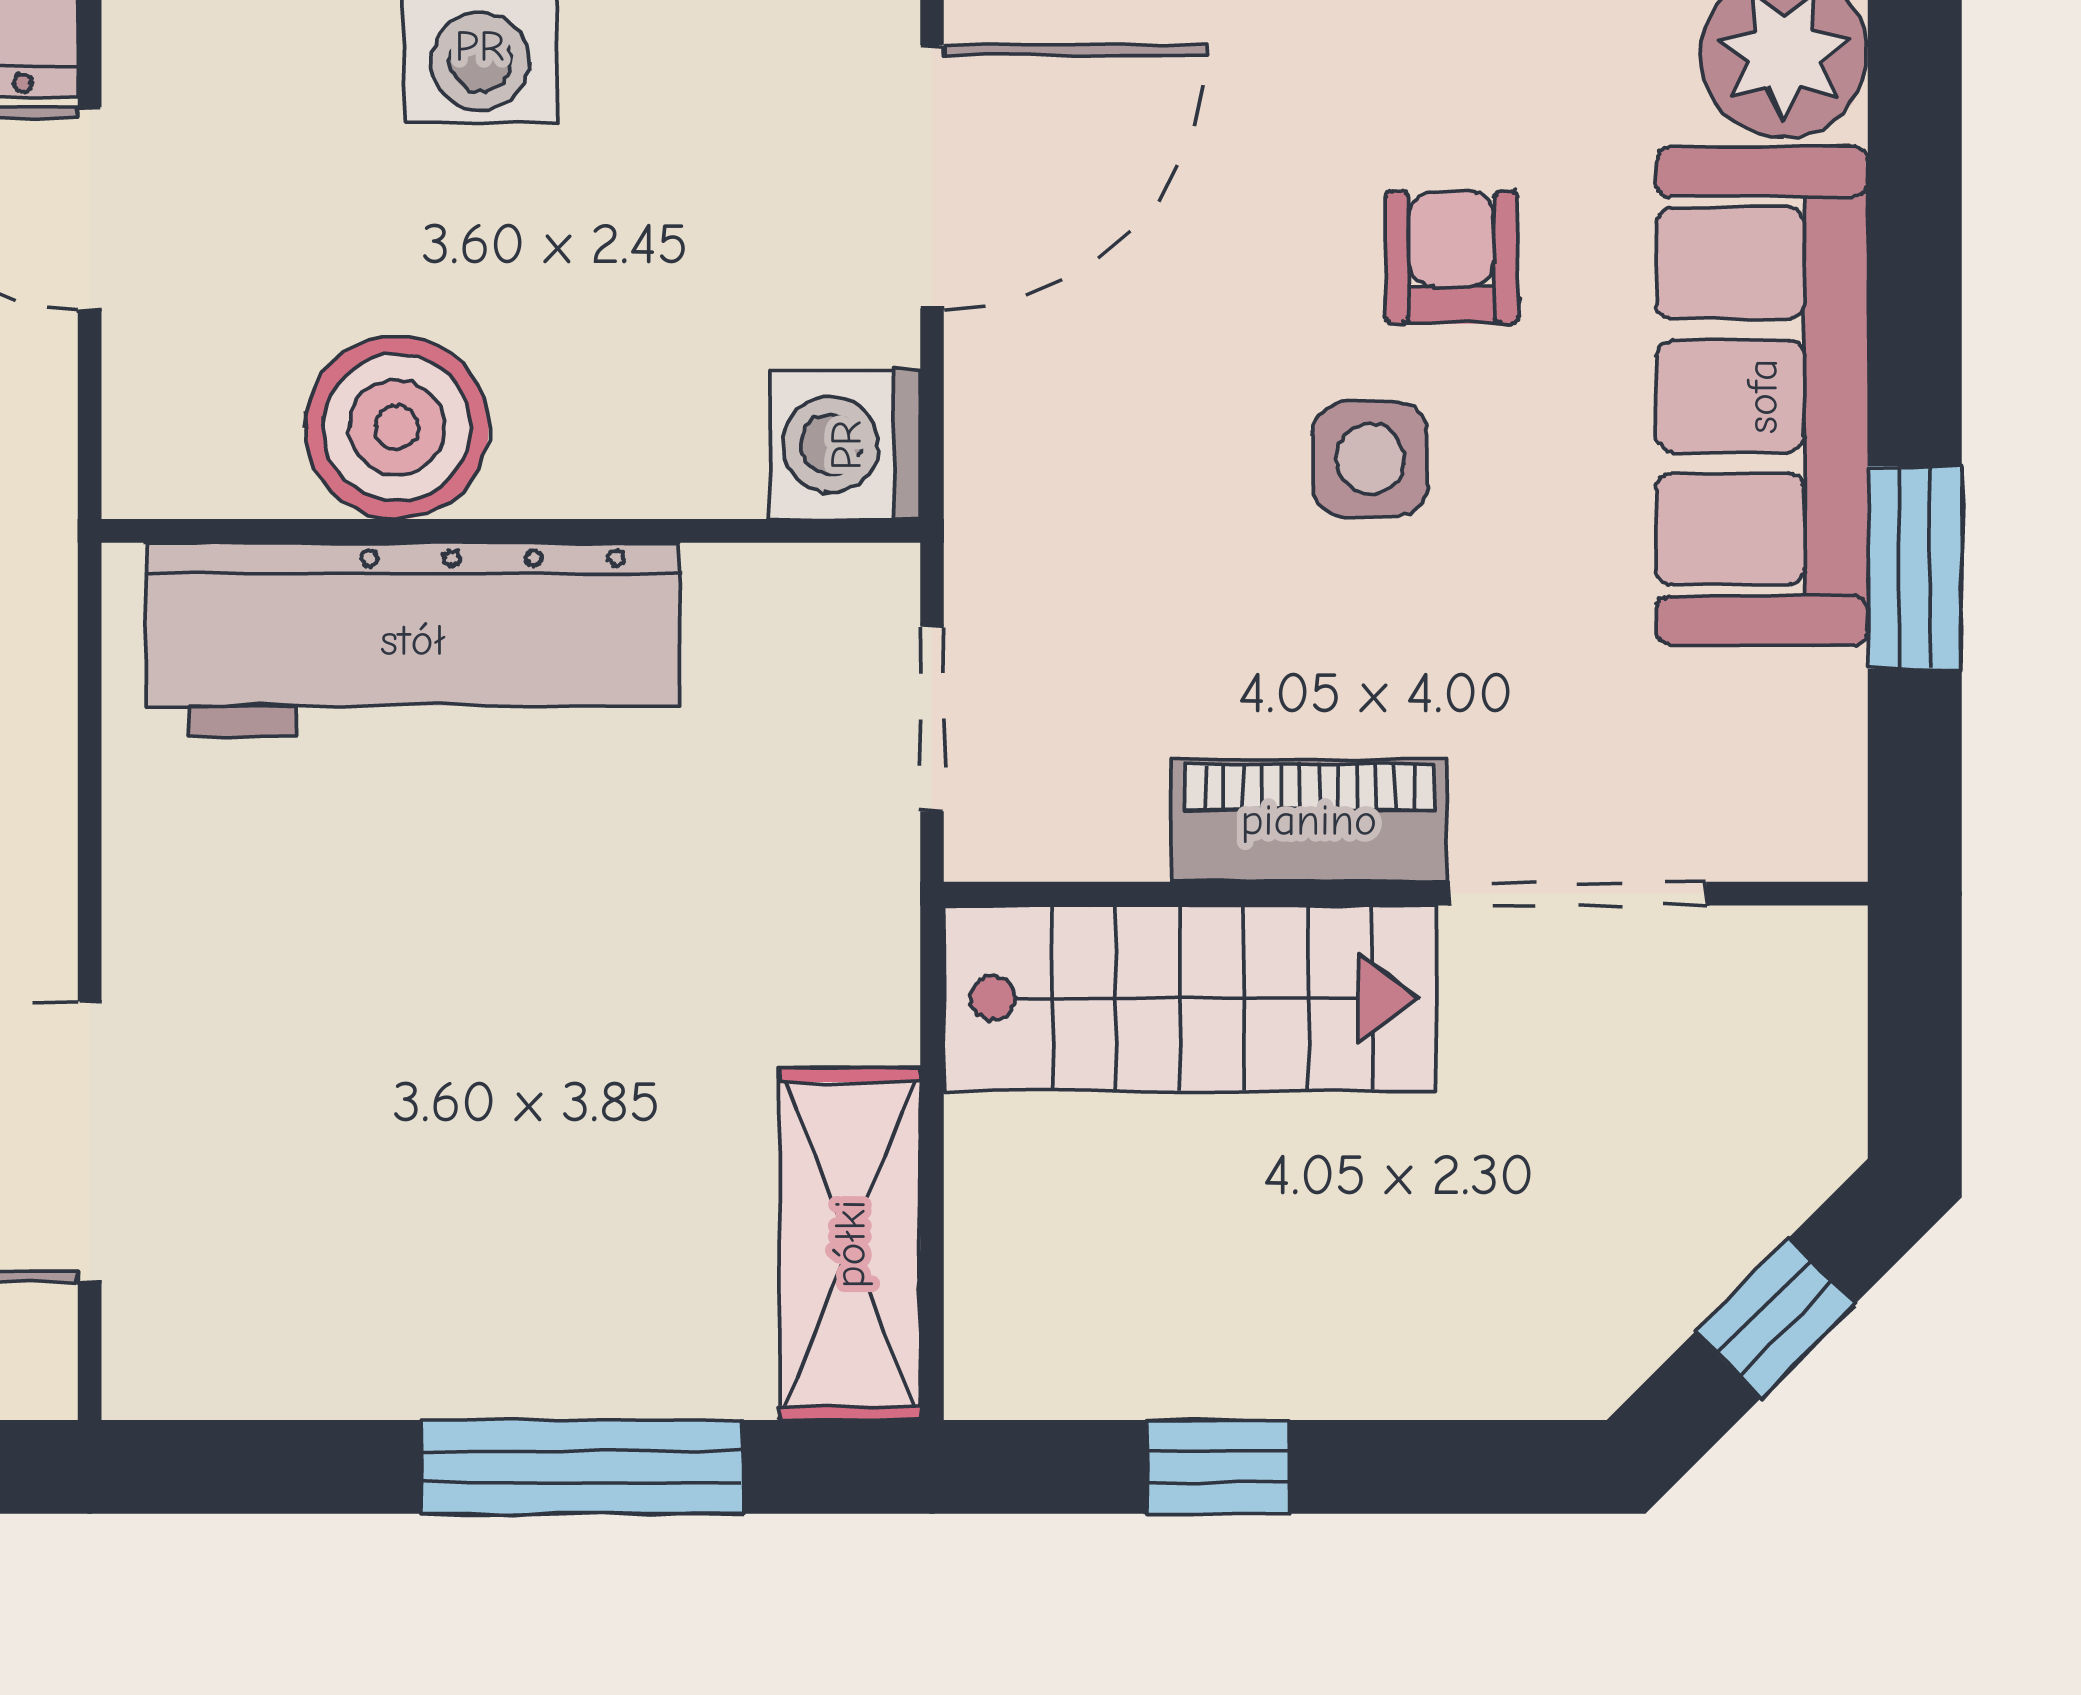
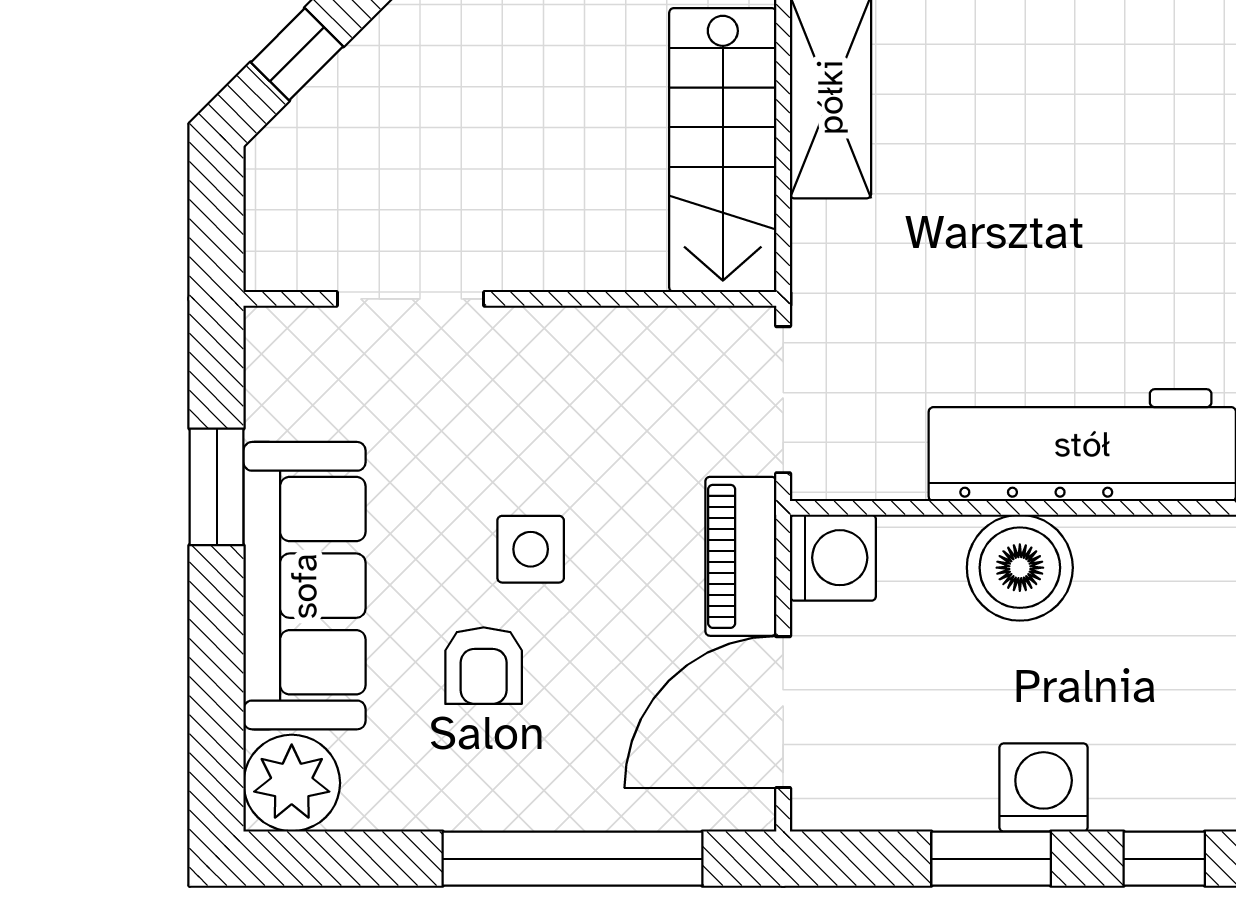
boiler: (397, 427) -> (1020, 568), moved
doorway: (932, 719) -> (783, 400), width x1.38
piano: (1309, 820) -> (741, 556), moved, turned 90
stairs: (1190, 998) -> (723, 150), moved, turned -90

